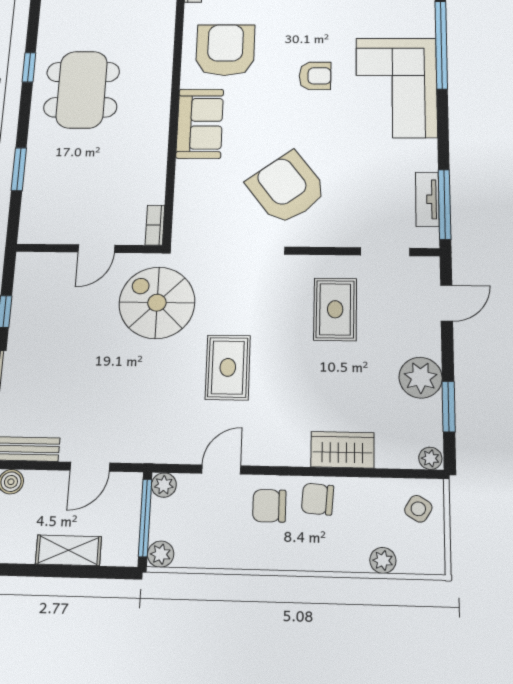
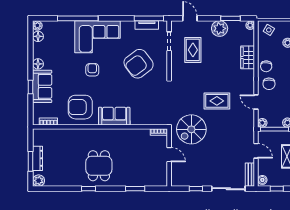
dining table: (82, 90) -> (99, 166), width x0.73
armchair: (287, 188) -> (139, 64), moved
rug: (335, 309) -> (193, 50), moved, turned 90

